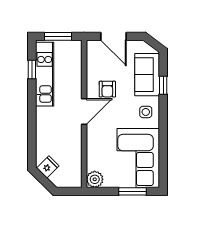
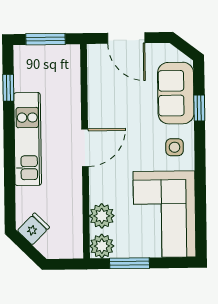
kitchen unit: (45, 74) -> (28, 139), moved
armchair: (107, 89) -> (118, 115), removed
plant: (95, 159) -> (102, 216), added
window: (133, 191) -> (130, 263), moved

